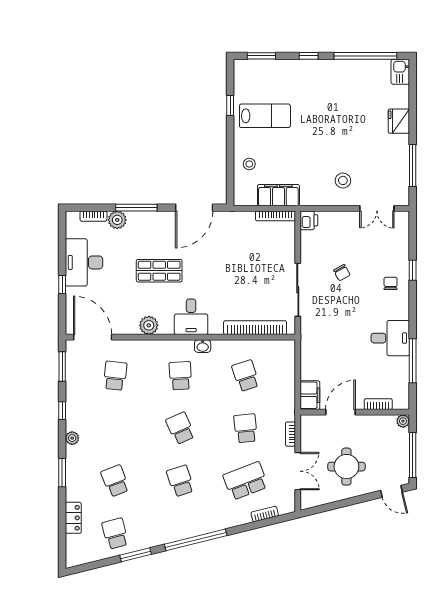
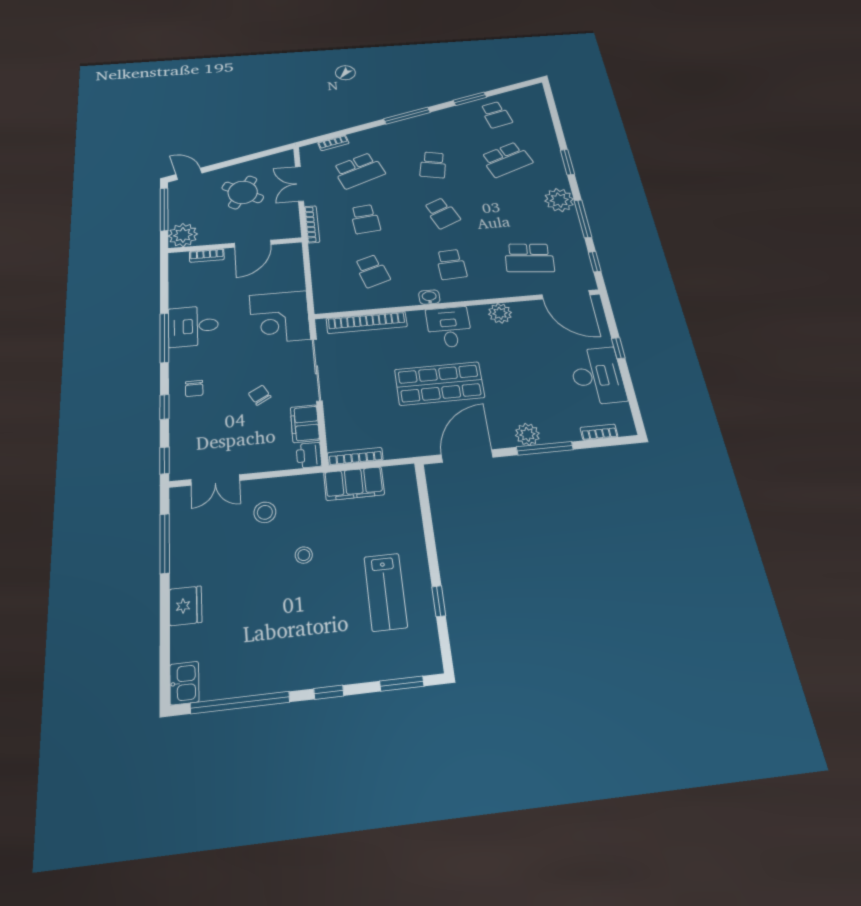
lab bench: (265, 116) -> (386, 592), turned -90
stool: (249, 164) -> (304, 555), moved
double door: (377, 208) -> (215, 480), swing flipped
plant: (117, 220) -> (527, 434), moved
window: (413, 227) -> (164, 460), added
shop shelf: (159, 271) -> (439, 383), moved, width x1.43, depth x1.36
corner desk: (323, 339) -> (280, 317), added
window: (413, 361) -> (164, 338), moved
window: (62, 367) -> (595, 262), width x0.67
school desk: (115, 376) -> (529, 258), width x1.85
filing cabinet: (310, 395) -> (305, 424), moved
window: (62, 411) -> (583, 219), width x2.17
plant: (403, 421) -> (183, 235), width x1.87, depth x1.87
bookcase: (290, 434) -> (312, 224), width x1.56
plant: (72, 438) -> (559, 200), width x1.88, depth x1.88
round table: (346, 467) -> (243, 192), turned 31
school desk: (115, 481) -> (506, 159), width x1.85
school desk: (180, 481) -> (433, 165), turned 30
locker: (73, 518) -> (545, 124), removed
window: (196, 540) -> (407, 116), width x0.68

